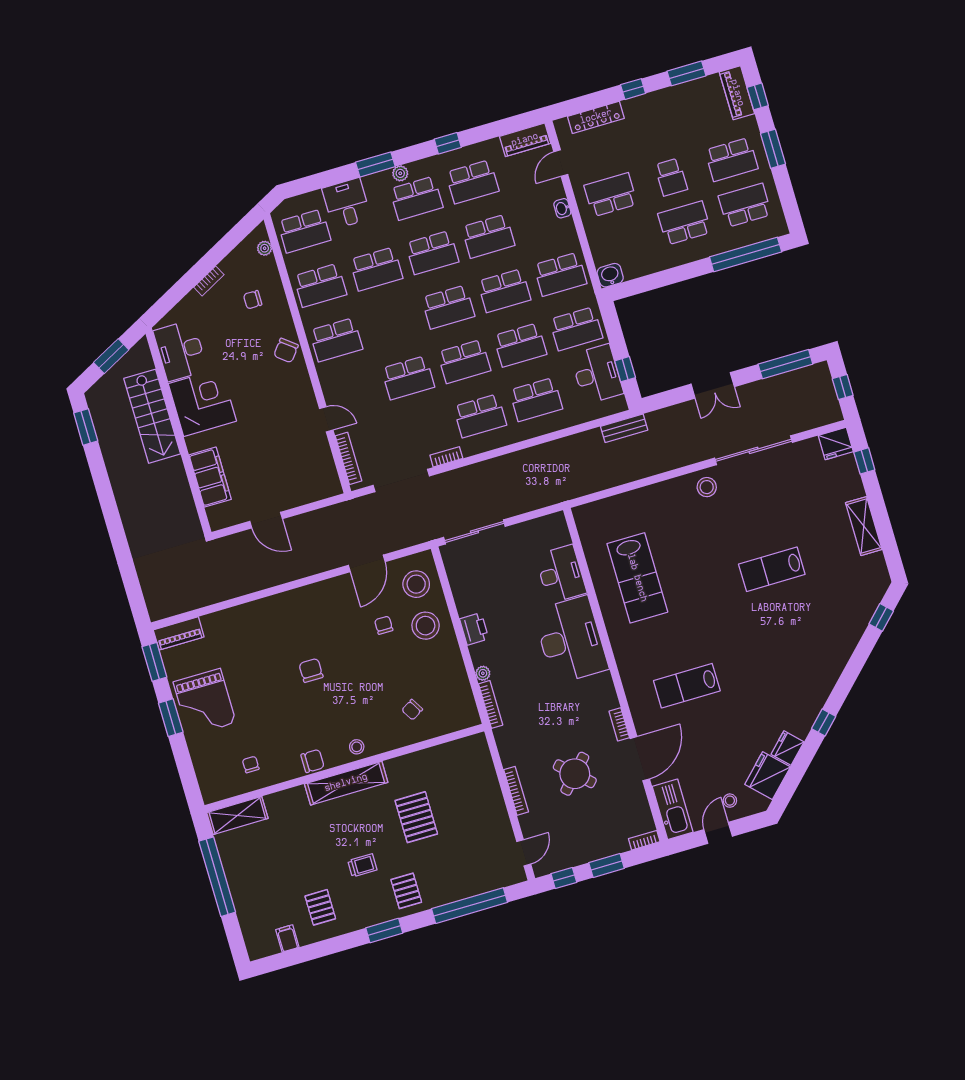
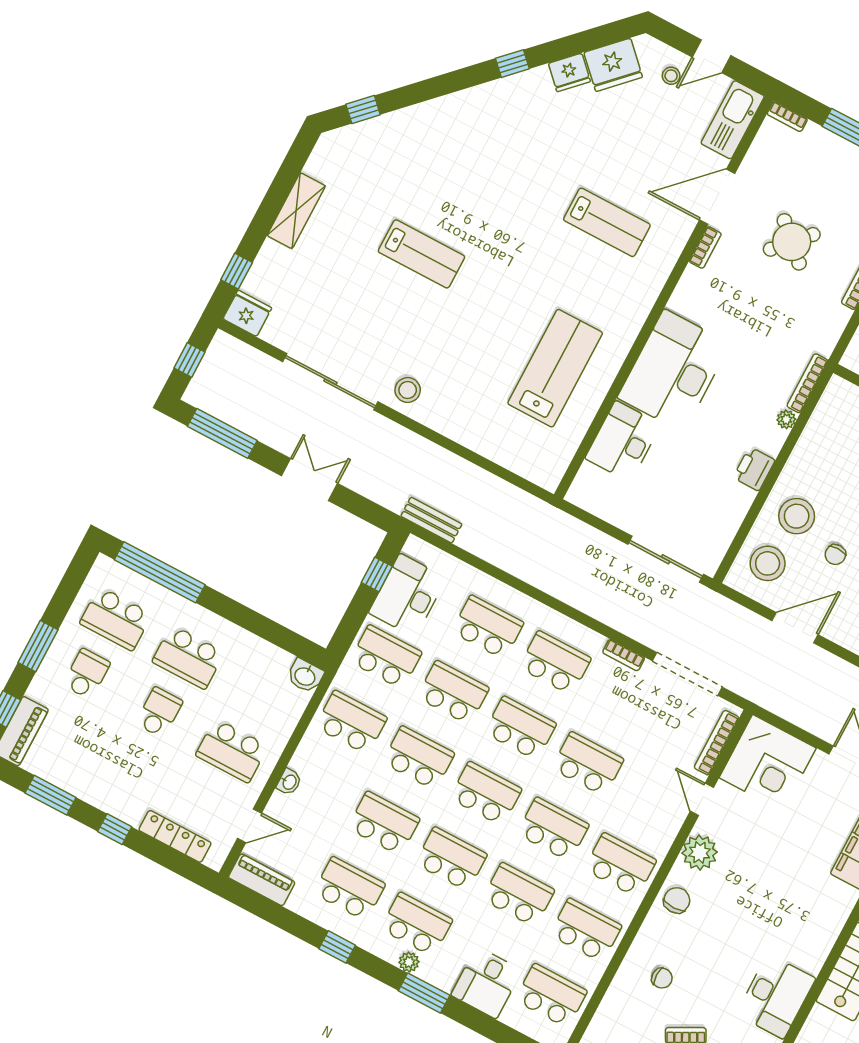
school desk: (731, 159) -> (87, 674), width x0.54
plant: (265, 248) -> (700, 853), moved, width x1.87, depth x1.87
school desk: (392, 323) -> (553, 829), added
chair: (286, 350) -> (677, 900), turned -38
corner desk: (202, 402) -> (768, 763), moved, turned -90

